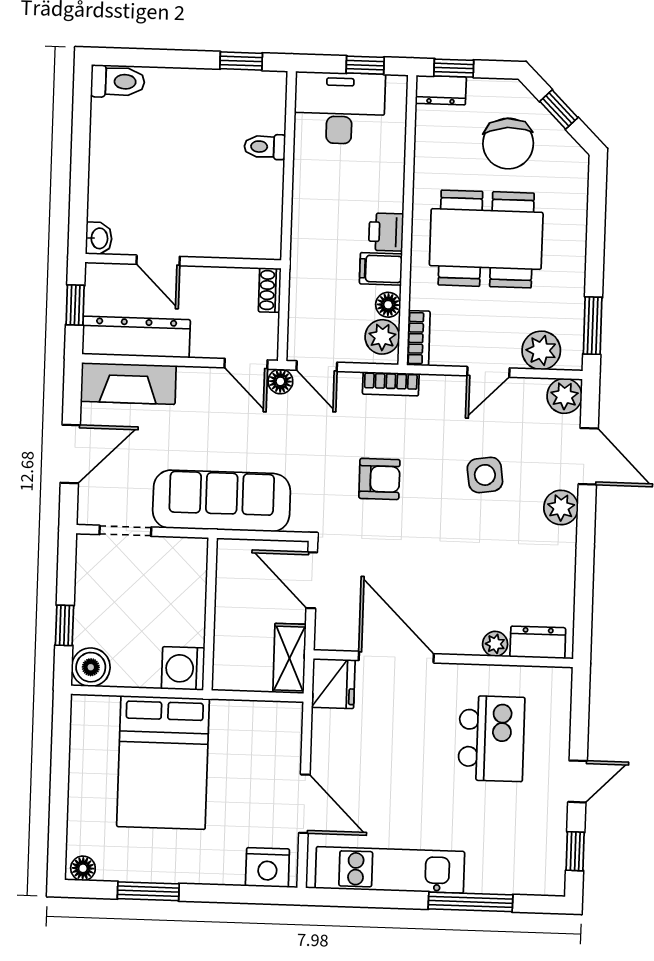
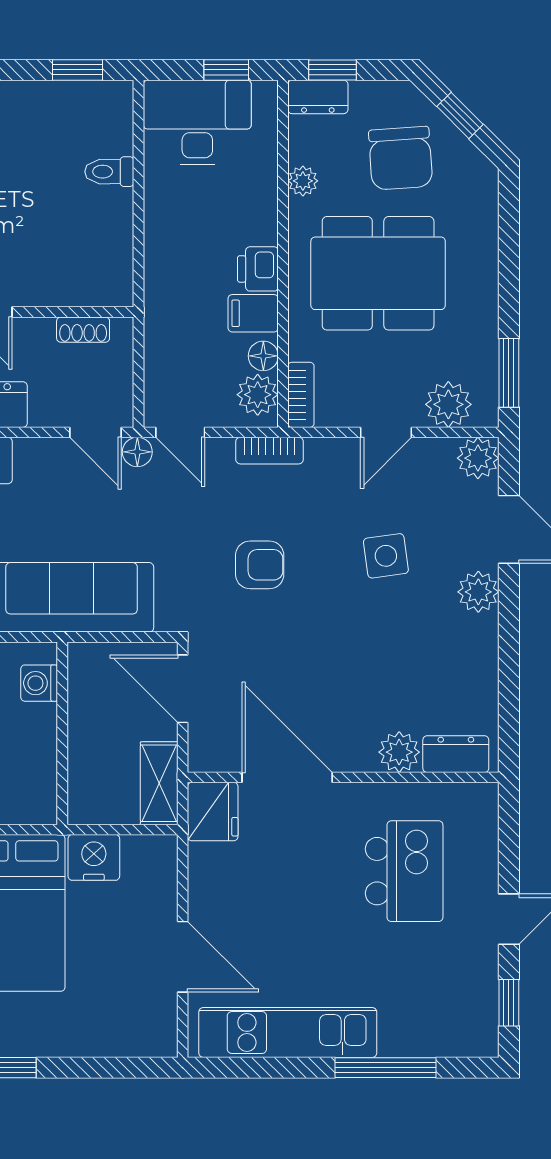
plant: (426, 160) -> (303, 181), added
shoe rack: (270, 290) -> (83, 330), moved, turned -90
plant: (495, 644) -> (399, 752), width x1.38, depth x1.38
washing machine: (183, 668) -> (39, 683), moved, width x0.73, depth x0.73
nightstand: (267, 868) -> (94, 857), moved, turned 180

